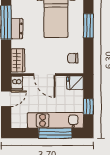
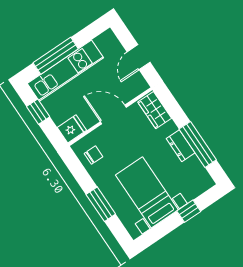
dishwasher: (17, 83) -> (138, 83), removed

